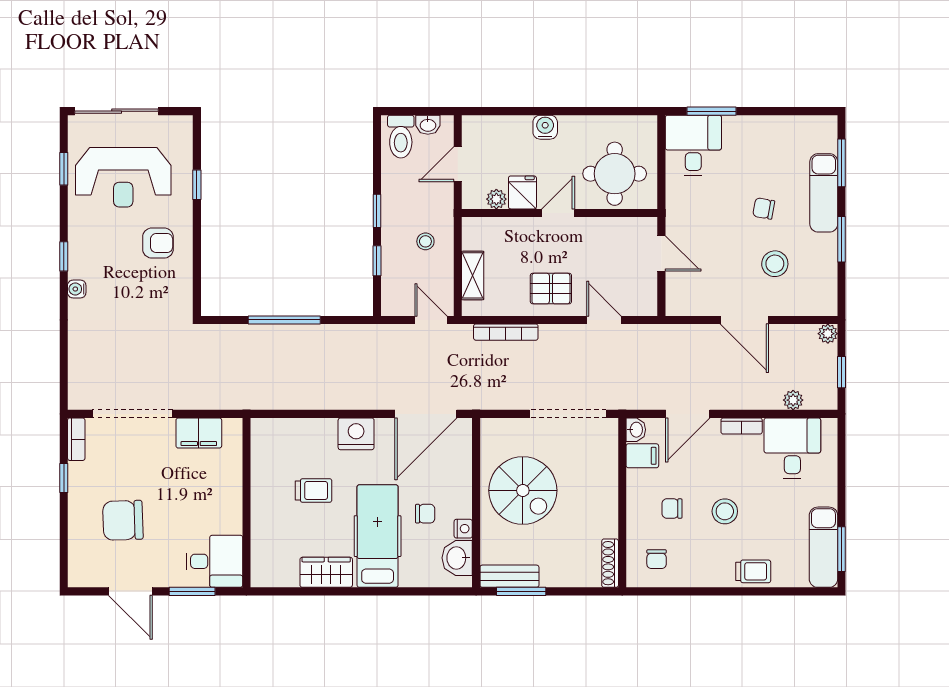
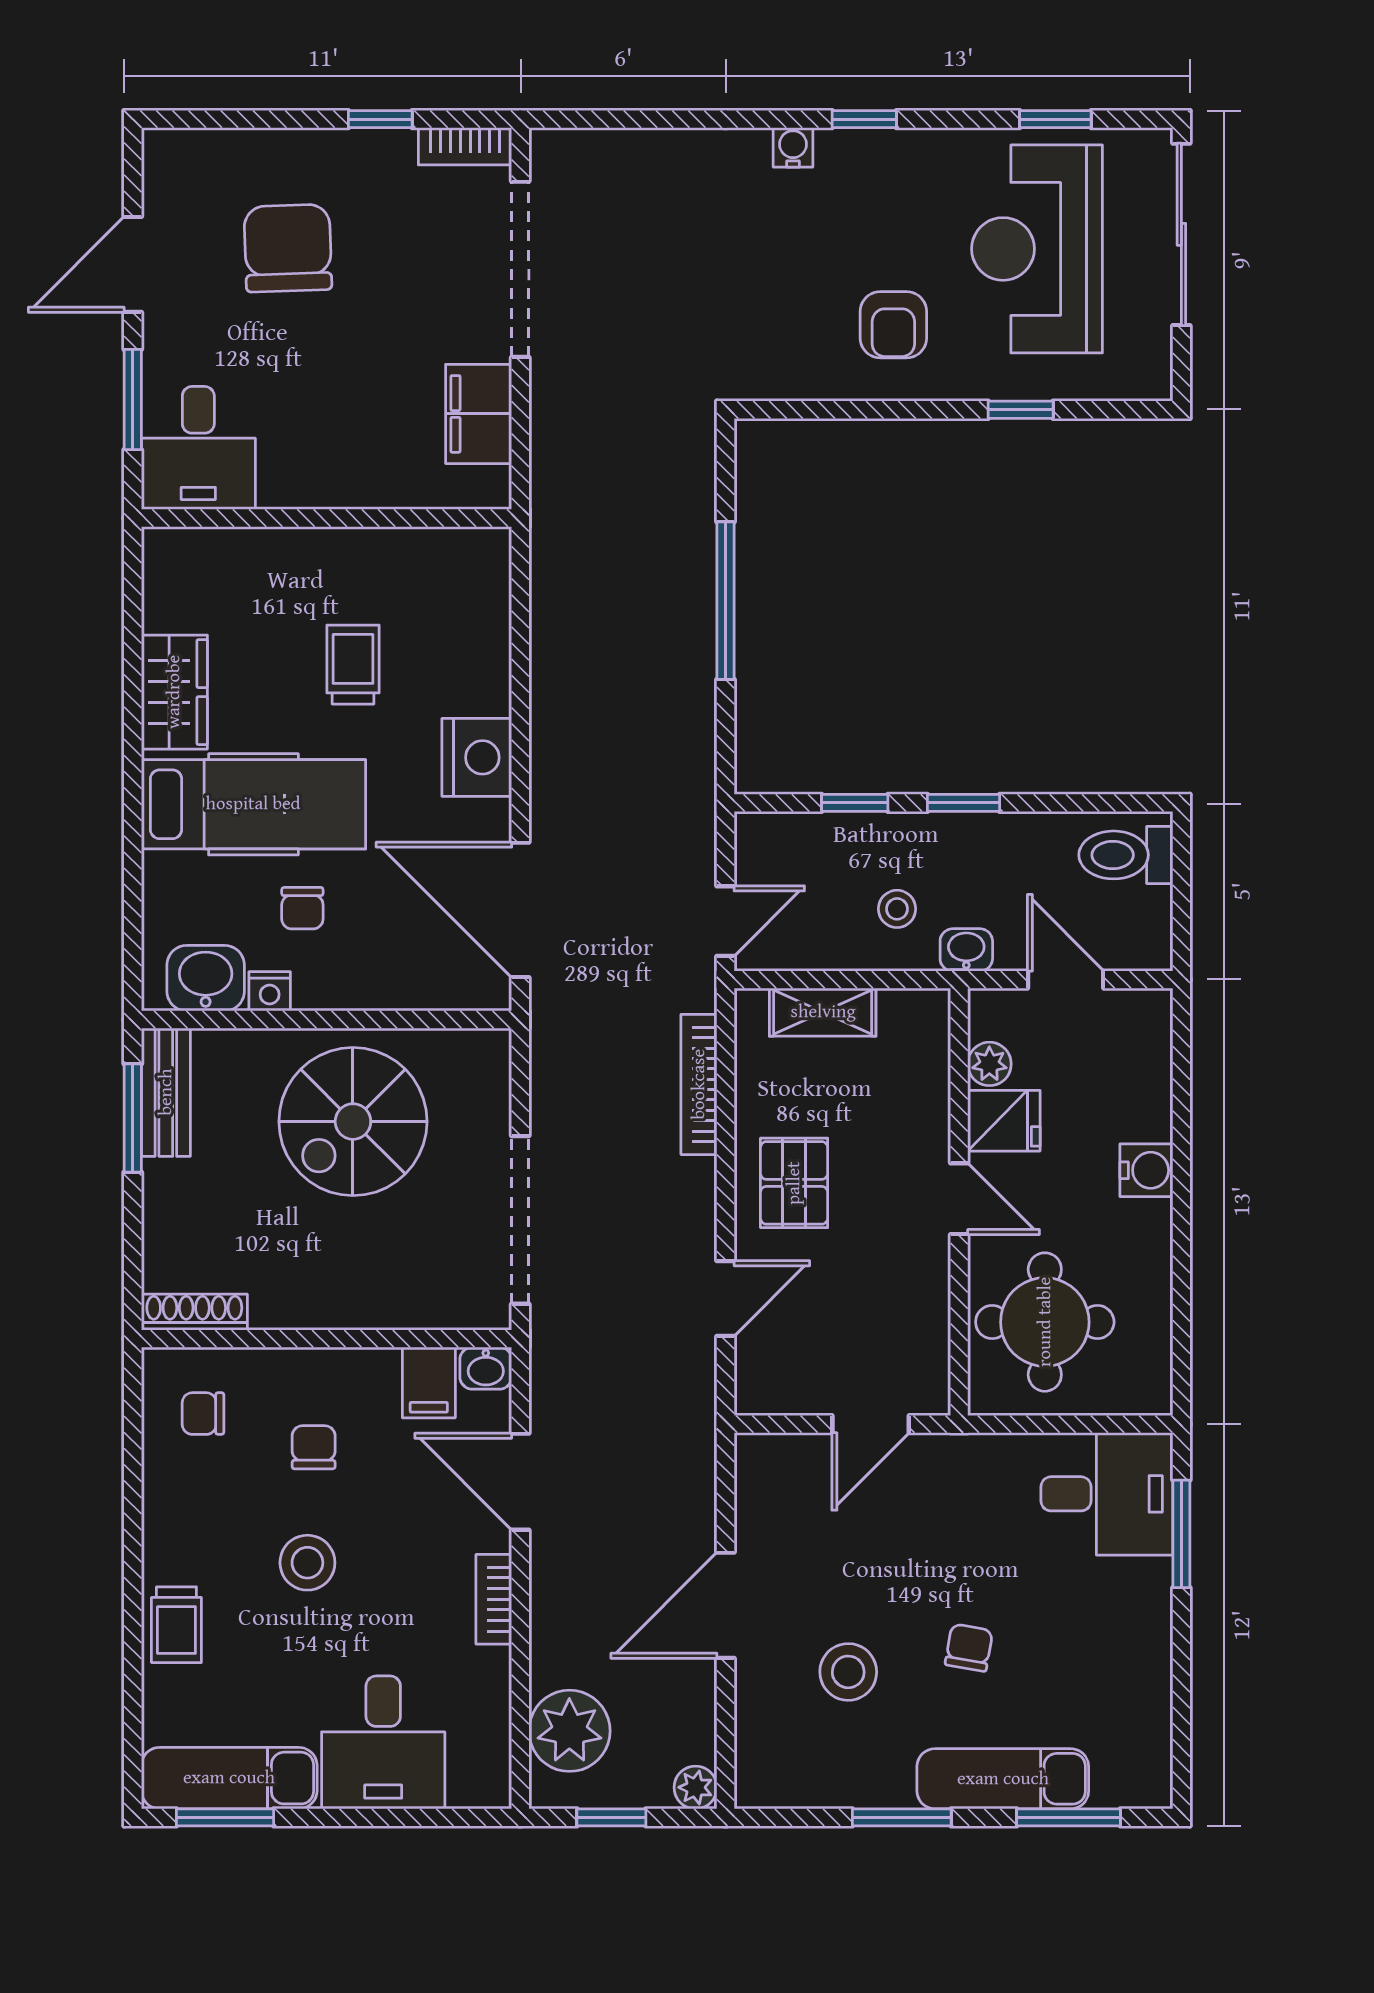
washbasin: (428, 125) -> (966, 950), moved, turned 90
plant: (793, 400) -> (569, 1731), width x1.88, depth x1.88
desk: (792, 448) -> (383, 1742), moved, turned 90
trolley: (314, 490) -> (353, 665), turned 180

